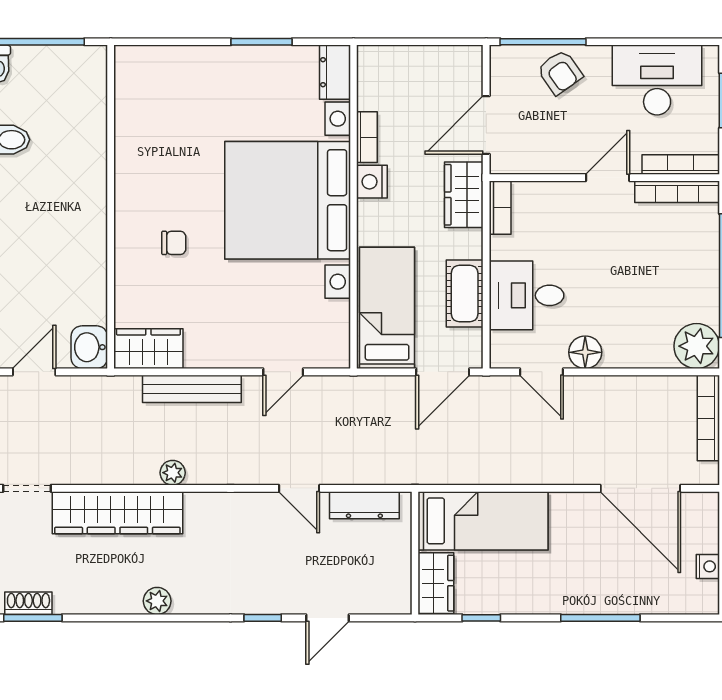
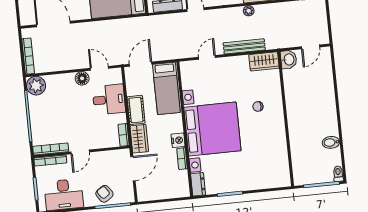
cot: (465, 293) -> (136, 110), moved

